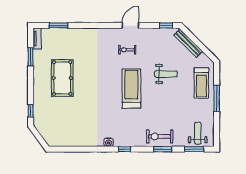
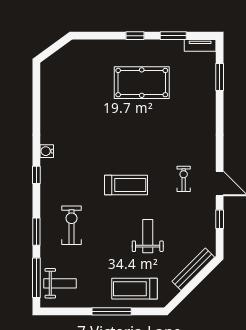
window: (166, 25) -> (220, 219), moved
weight bench: (166, 74) -> (148, 236), turned 180
treadmill: (131, 89) -> (126, 185), width x0.73, depth x0.73
window: (31, 111) -> (135, 36), moved
exercise bike: (160, 136) -> (71, 225), moved
window: (194, 149) -> (36, 278), width x1.44

